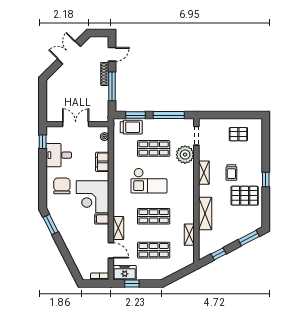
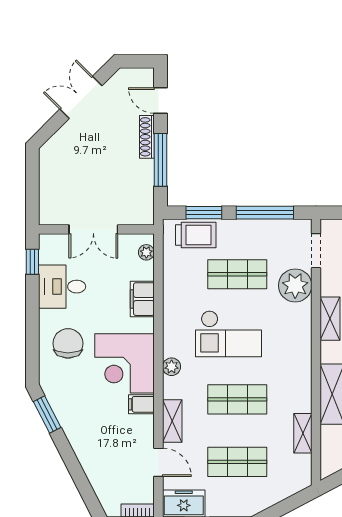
door: (112, 54) -> (161, 101), swing flipped
double door: (76, 124) -> (93, 229), swing flipped
plant: (118, 199) -> (172, 367), added

